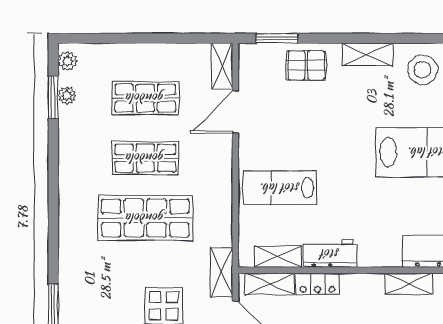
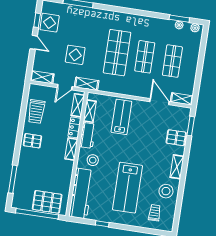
pallet: (306, 65) -> (176, 138), turned 90
stool: (381, 235) -> (93, 160), added
shelving: (409, 284) -> (71, 149), moved

